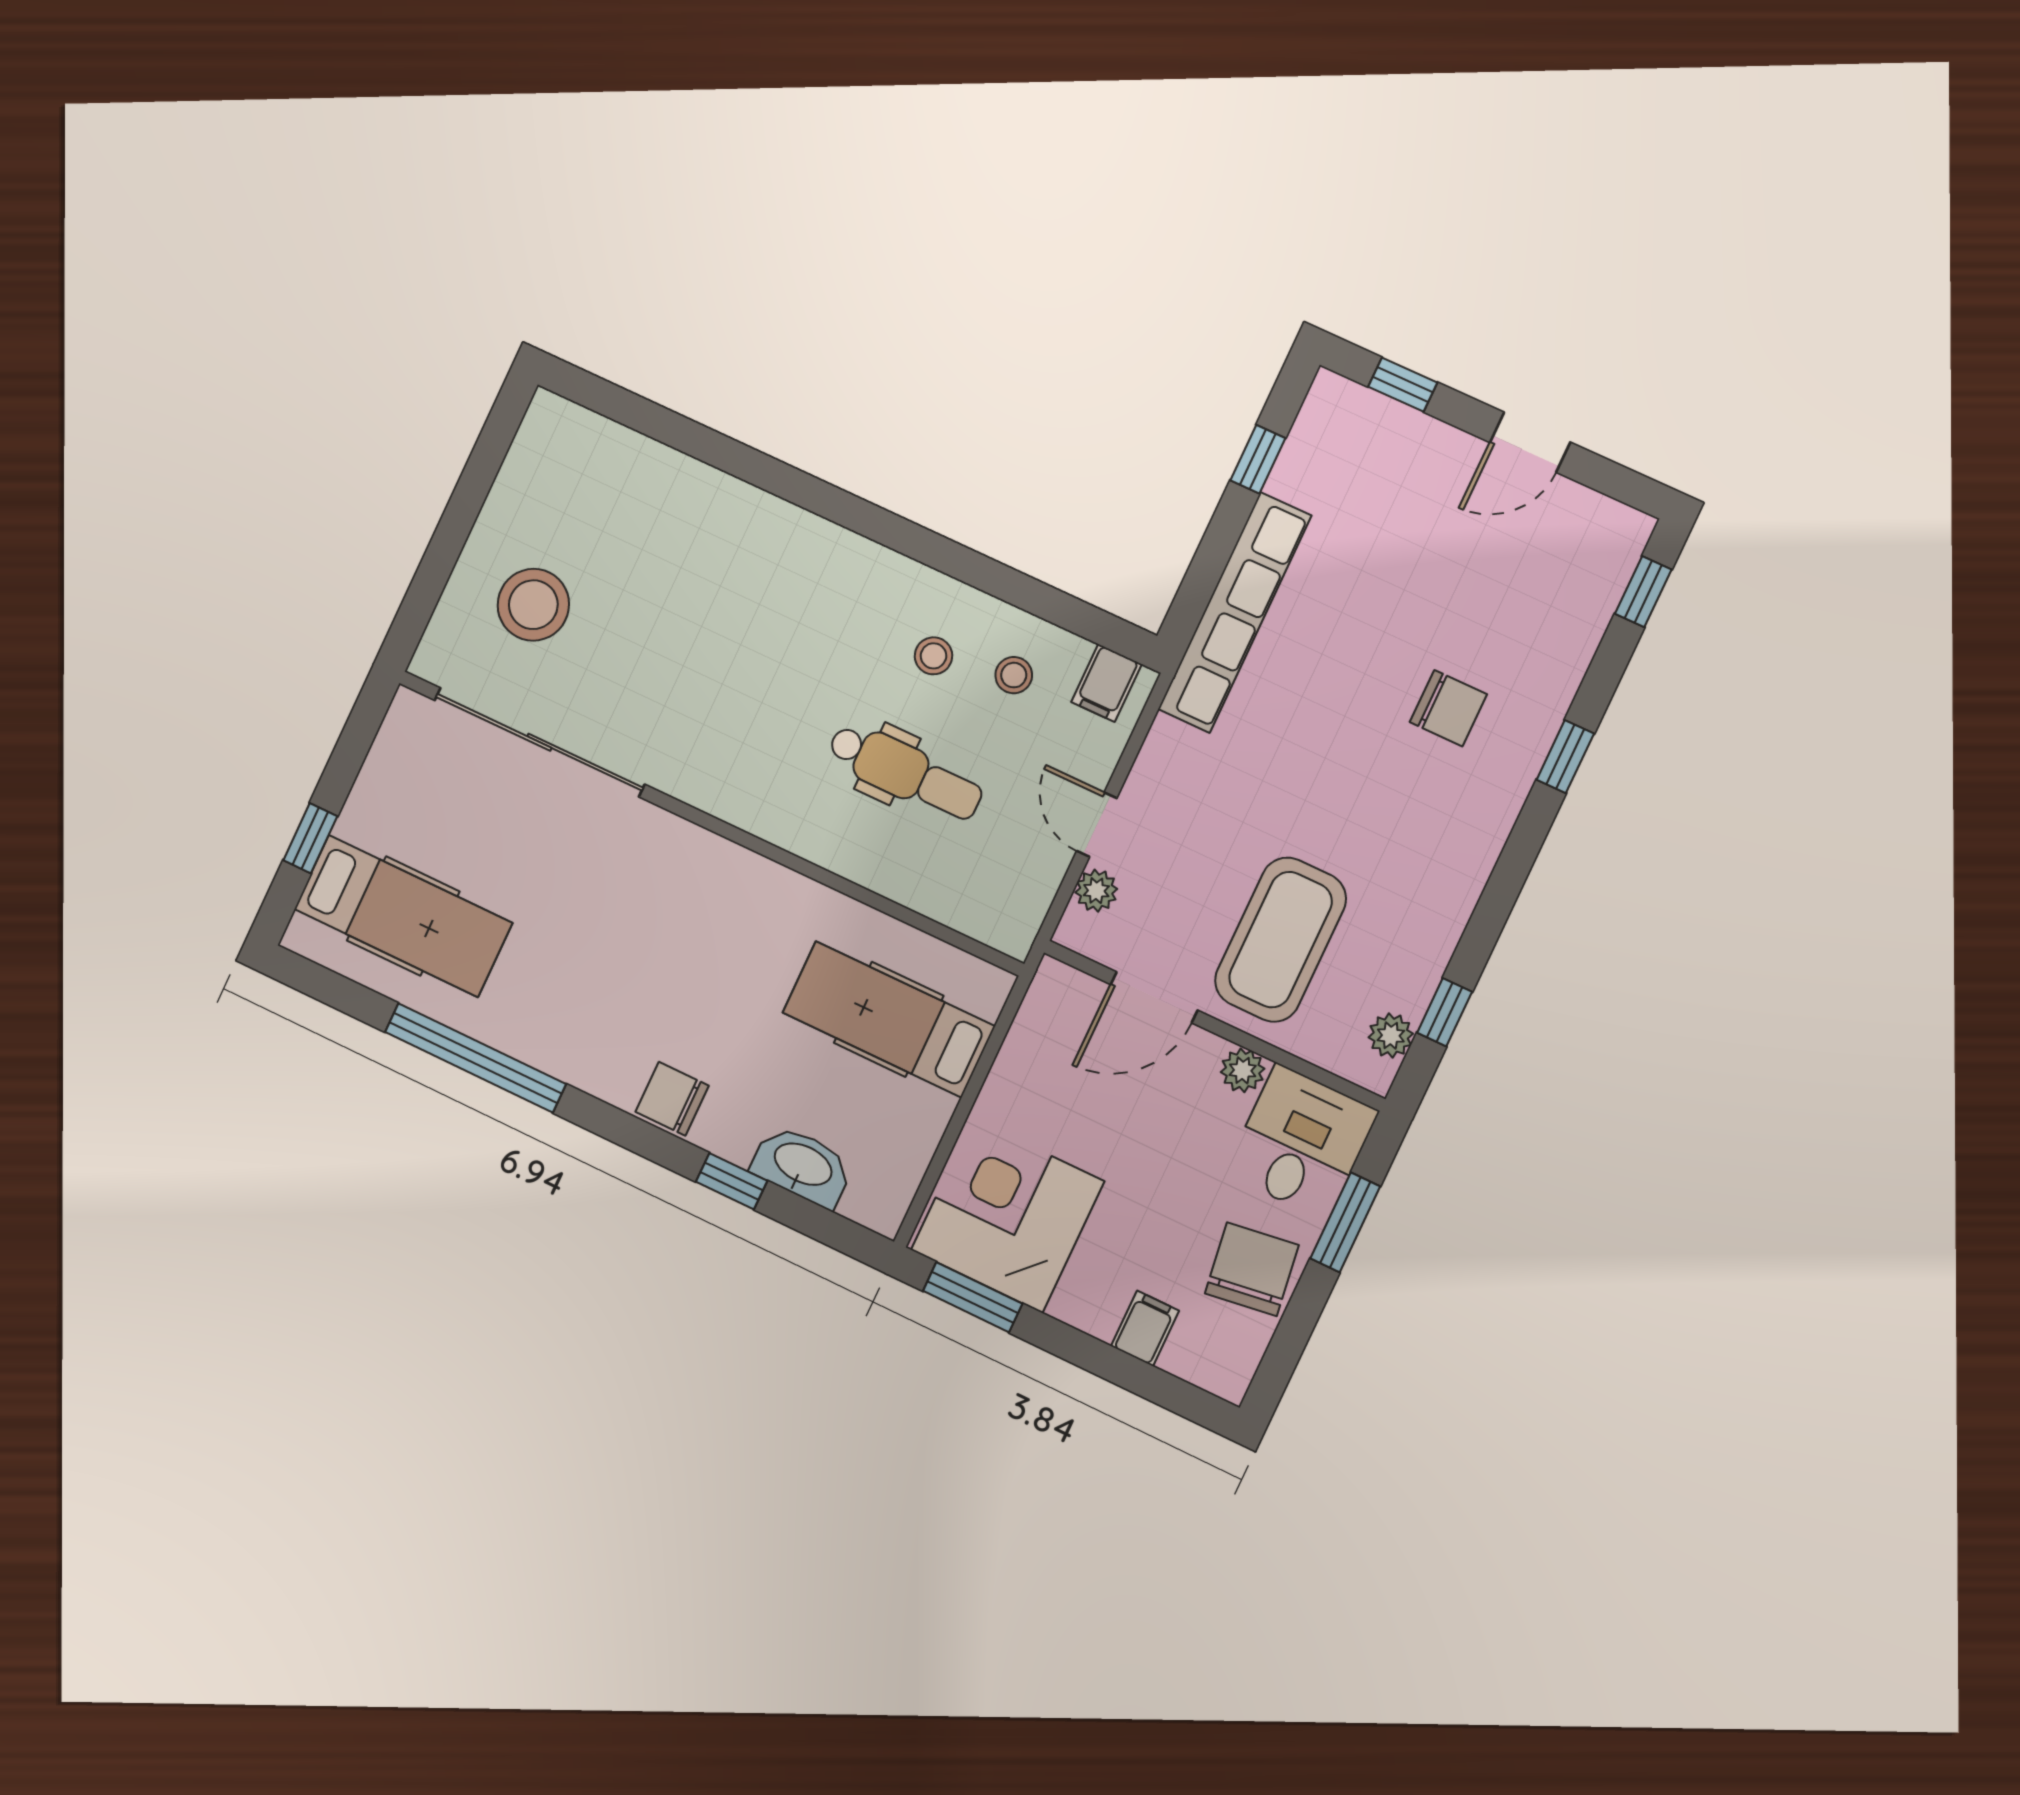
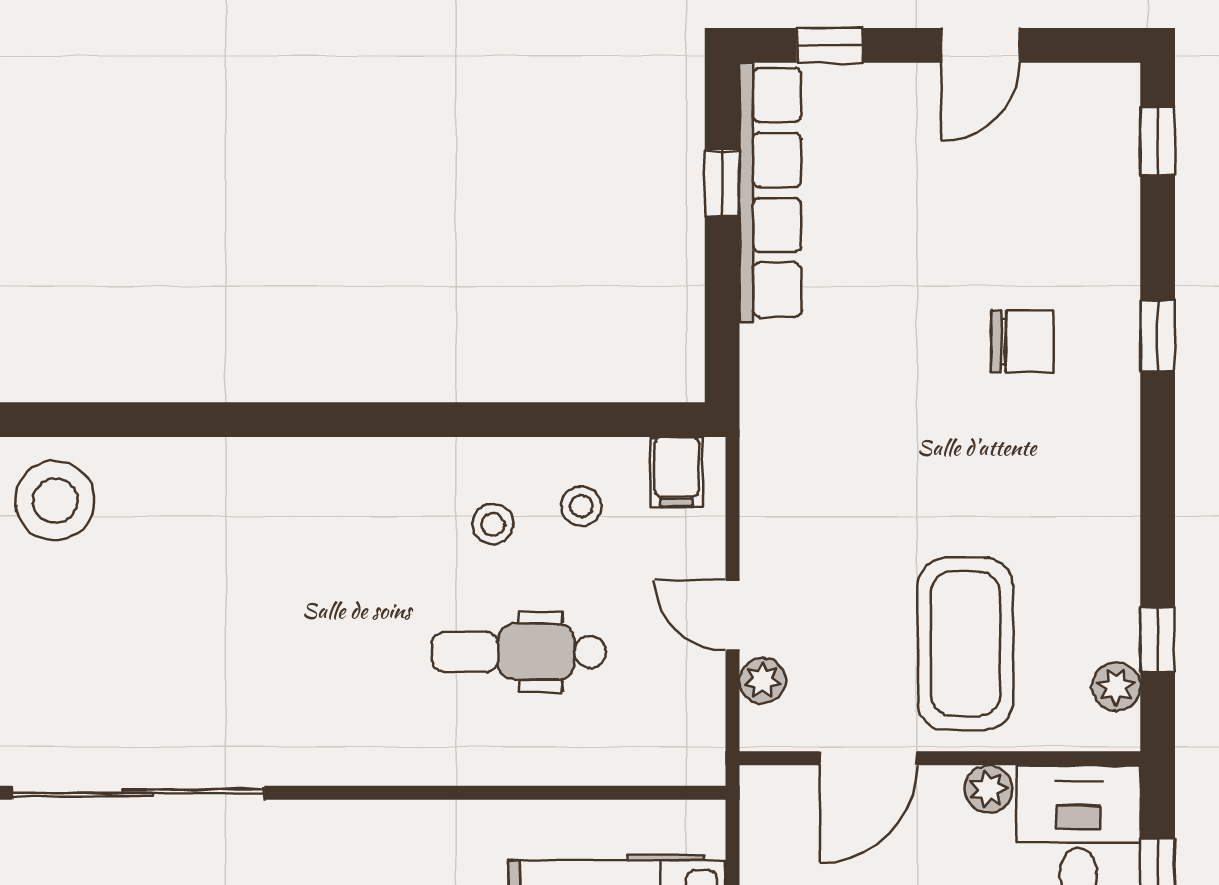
stool: (533, 605) -> (55, 500), moved
row of seats: (1235, 612) -> (770, 192), moved
dental chair: (905, 772) -> (519, 652), turned 180

